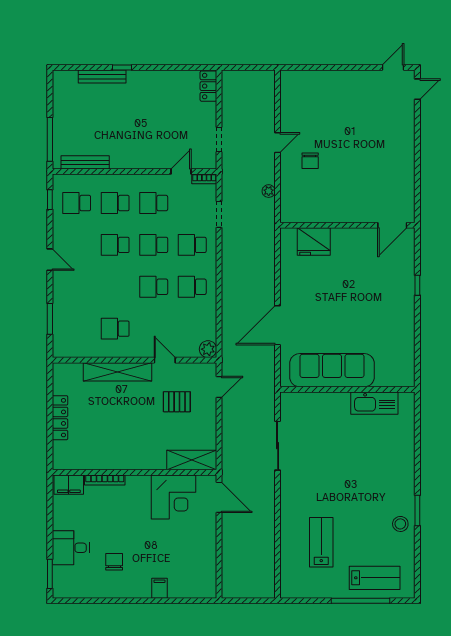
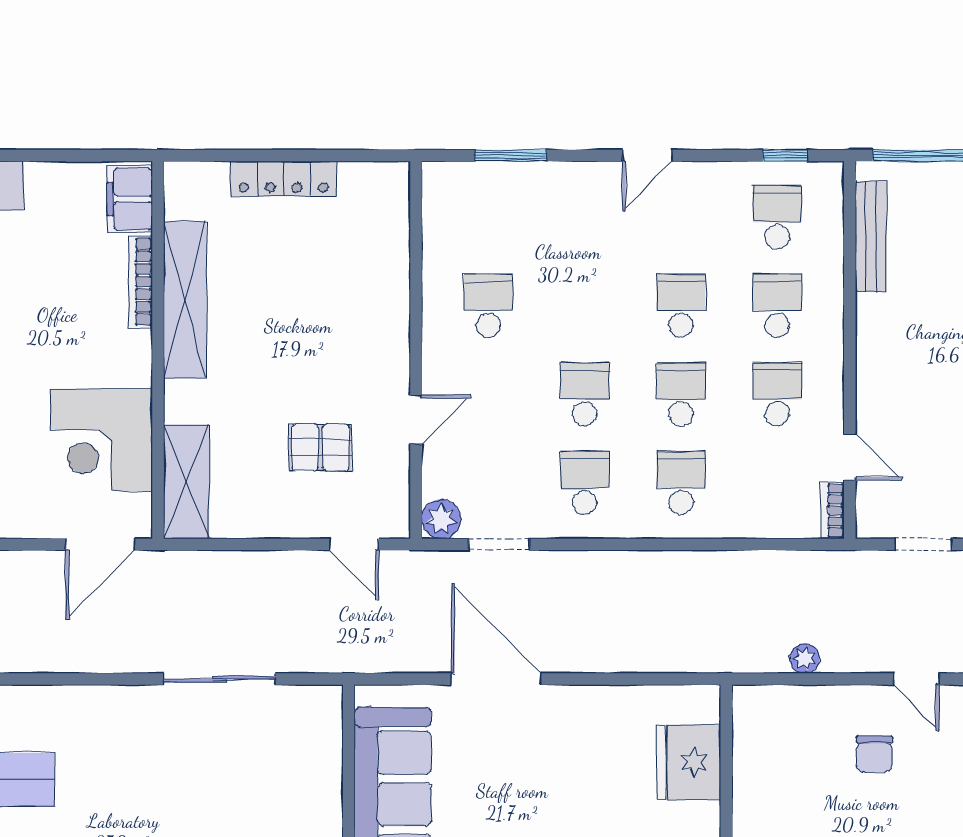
chair: (310, 161) -> (874, 754), turned -90
doorway: (219, 214) -> (499, 544), moved
shelving: (118, 372) -> (185, 300), moved
pallet: (177, 402) -> (320, 447), turned 90

